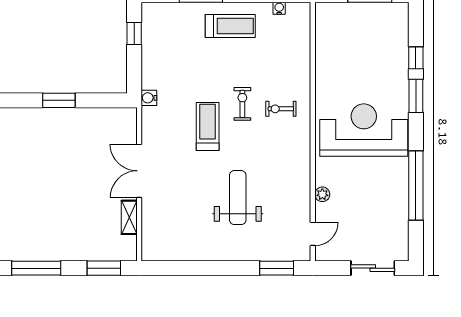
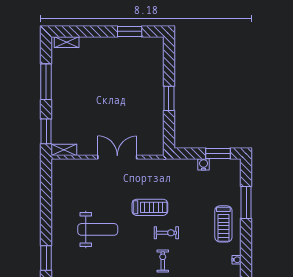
window: (134, 33) -> (218, 154), width x1.50
water cooler: (149, 98) -> (204, 164), moved
shelving: (129, 217) -> (64, 150), moved

